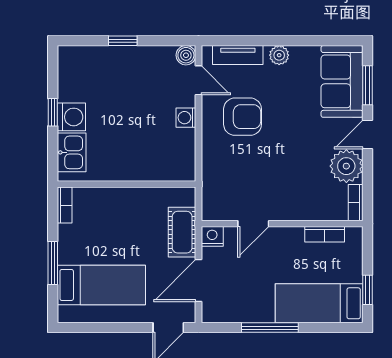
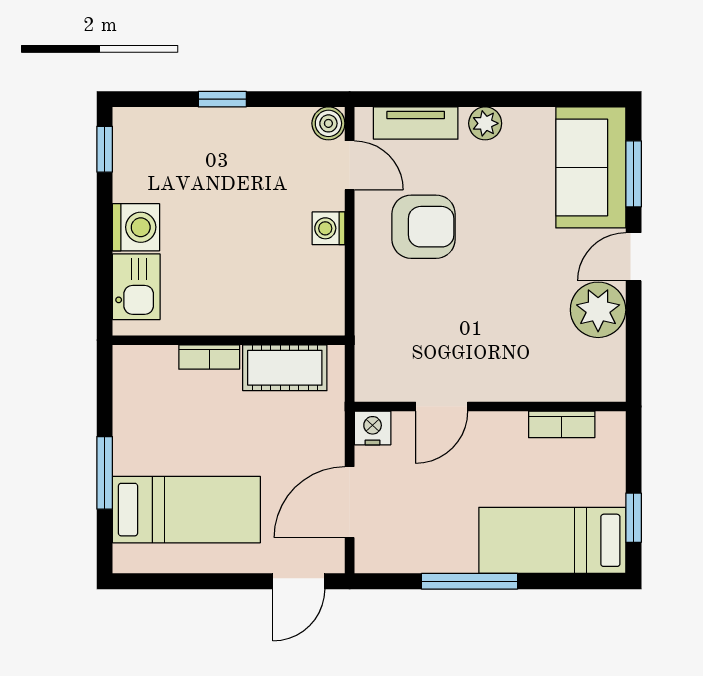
window: (53, 112) -> (105, 149), moved
bookcase: (356, 203) -> (614, 371), removed
bookcase: (65, 205) -> (209, 357), moved, turned 90
cot: (182, 232) -> (285, 368), moved, turned 90

